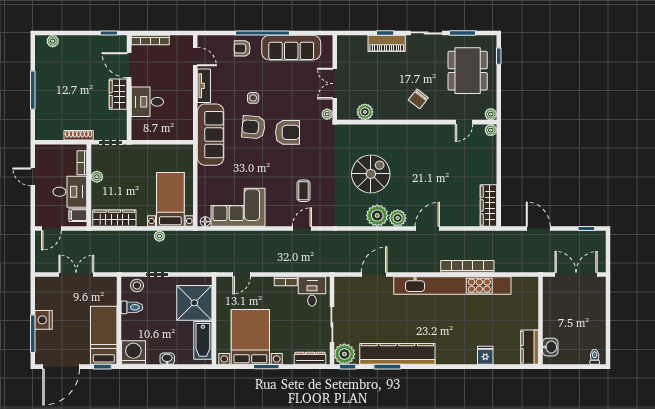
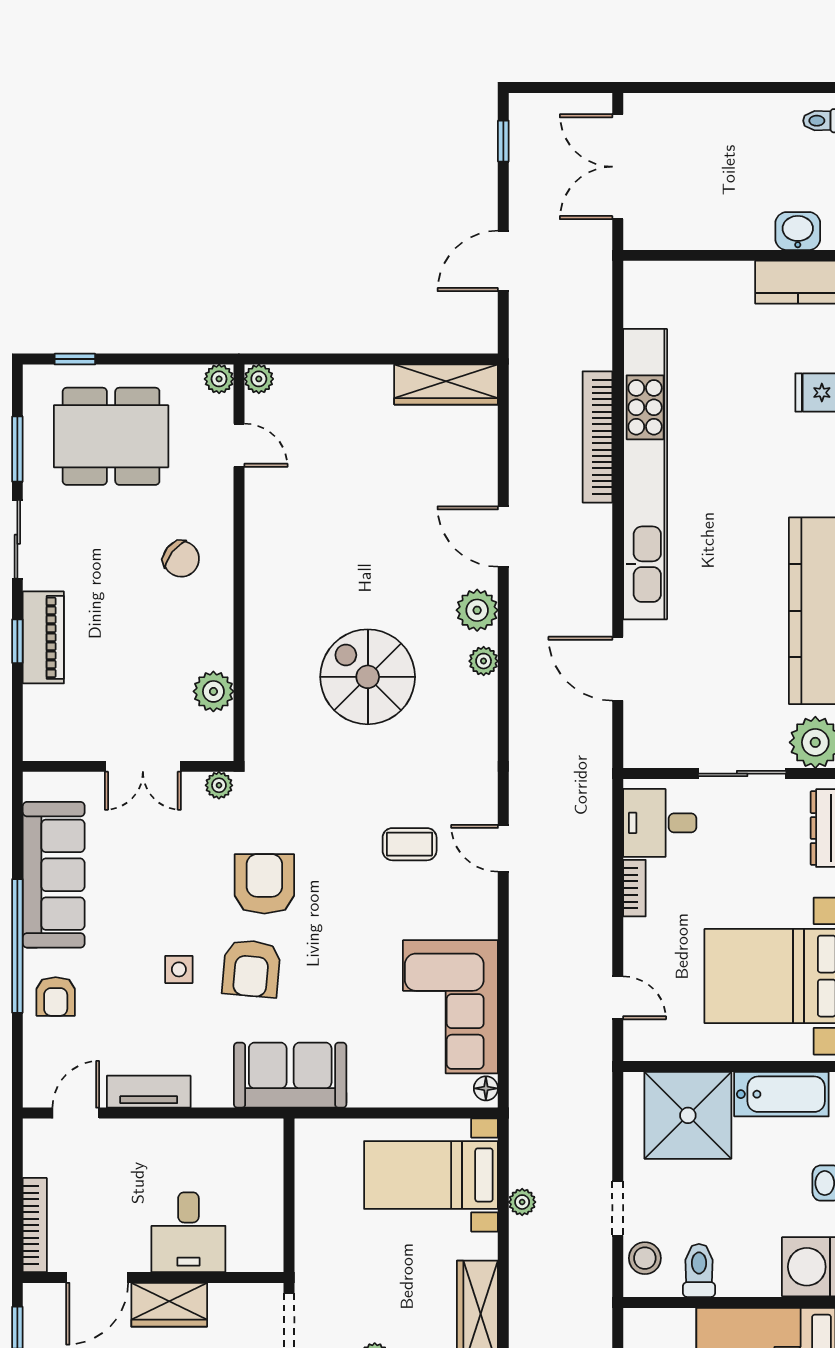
sofa: (211, 135) -> (290, 1075), width x0.73
plant: (377, 216) -> (484, 661), width x0.53, depth x0.53

